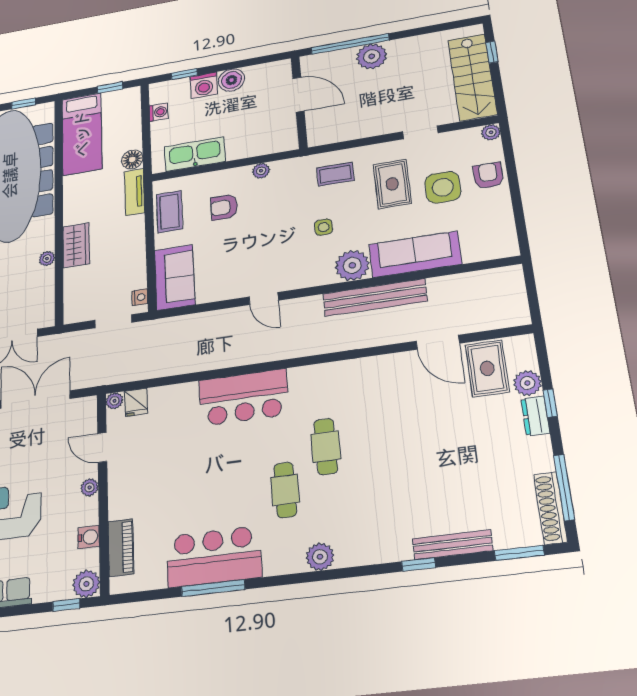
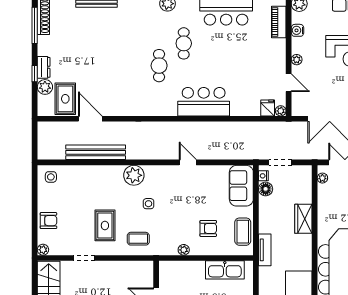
floor lamp: (132, 159) -> (266, 189), moved
armchair: (488, 176) -> (48, 221), turned -90
side table: (443, 187) -> (51, 177), moved, width x0.54, depth x0.54
sofa: (415, 254) -> (97, 176), removed
plant: (47, 259) -> (322, 178), moved
bench: (375, 298) -> (96, 152), moved

